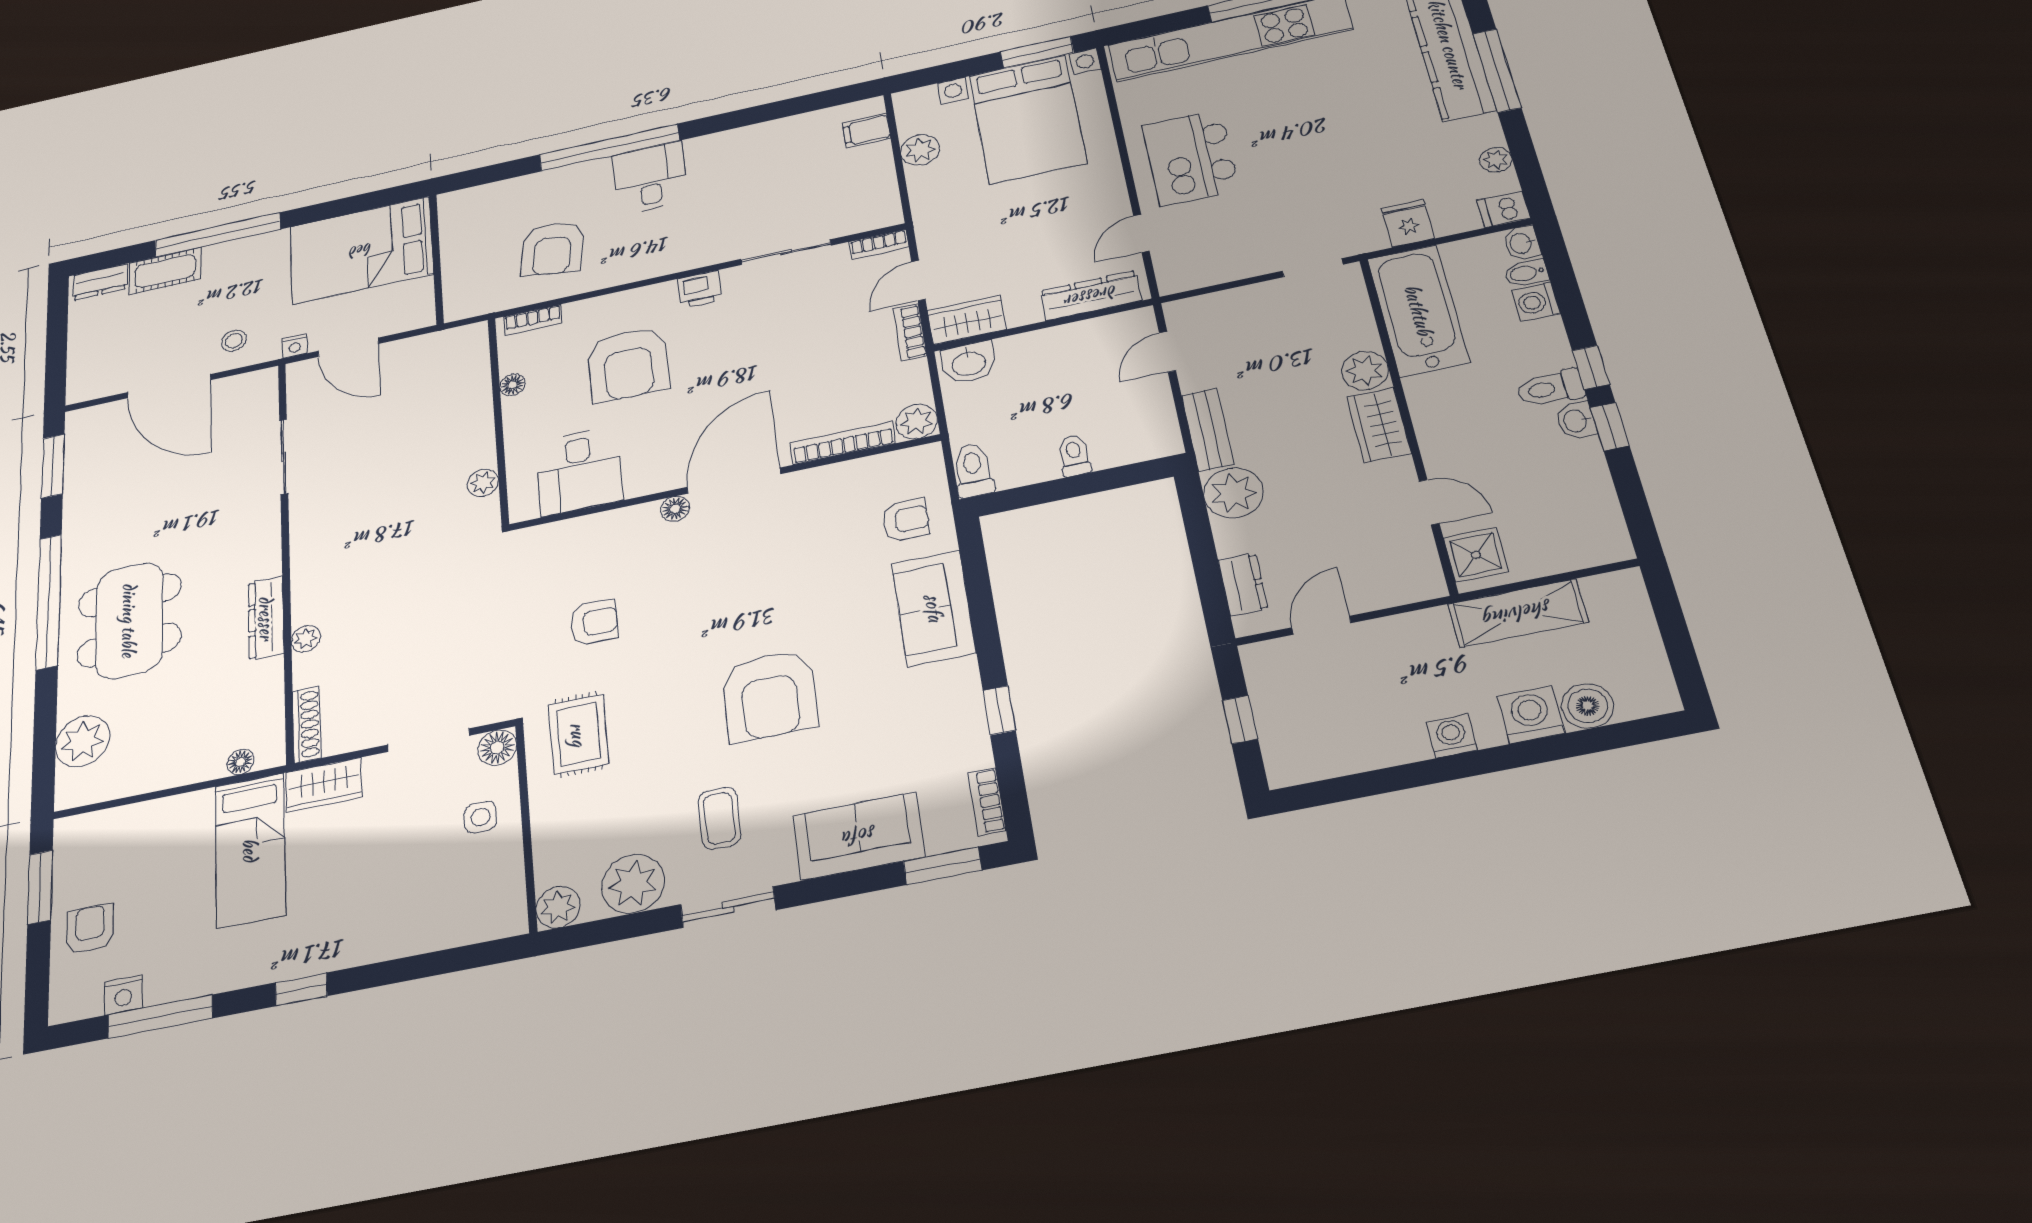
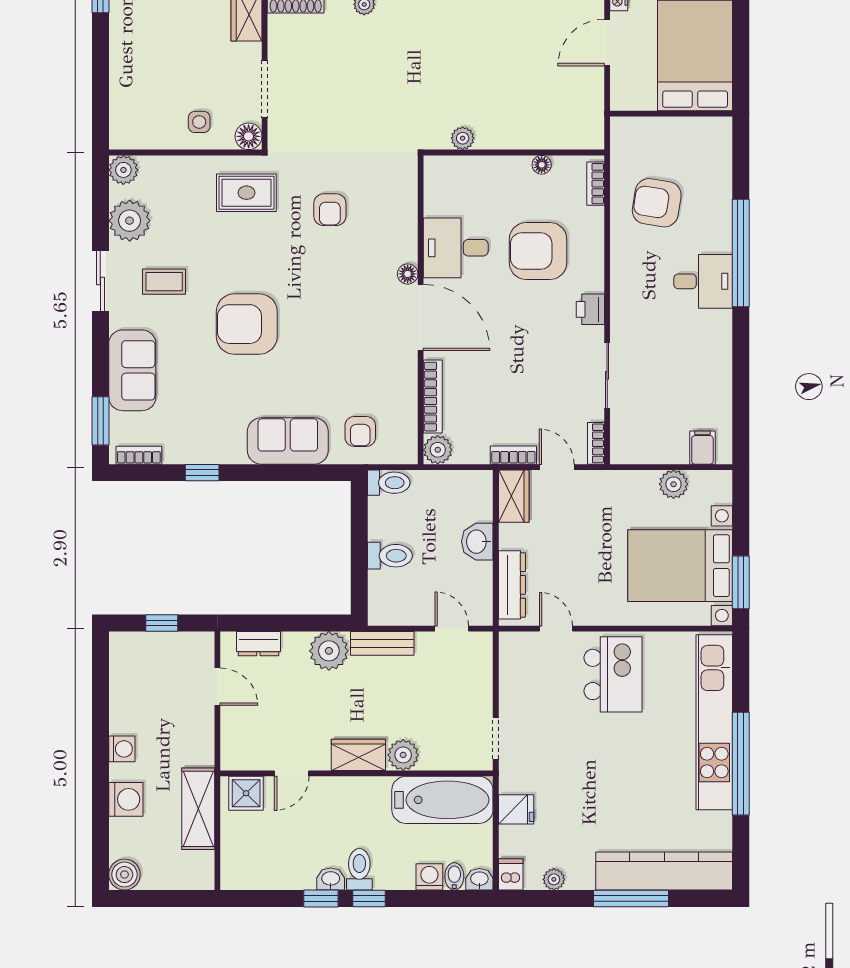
kitchen island: (1191, 158) -> (613, 674), turned 90
washbasin: (969, 363) -> (477, 542), moved
toilet: (1074, 455) -> (390, 556), width x1.37, depth x1.39
desk: (579, 471) -> (456, 248), moved
boiler: (1588, 706) -> (124, 875), moved

